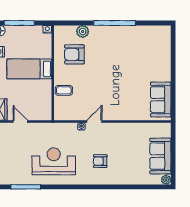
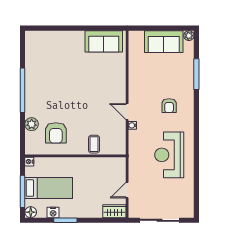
bed: (29, 69) -> (49, 188), moved, turned -90
window: (26, 187) -> (196, 74), moved

